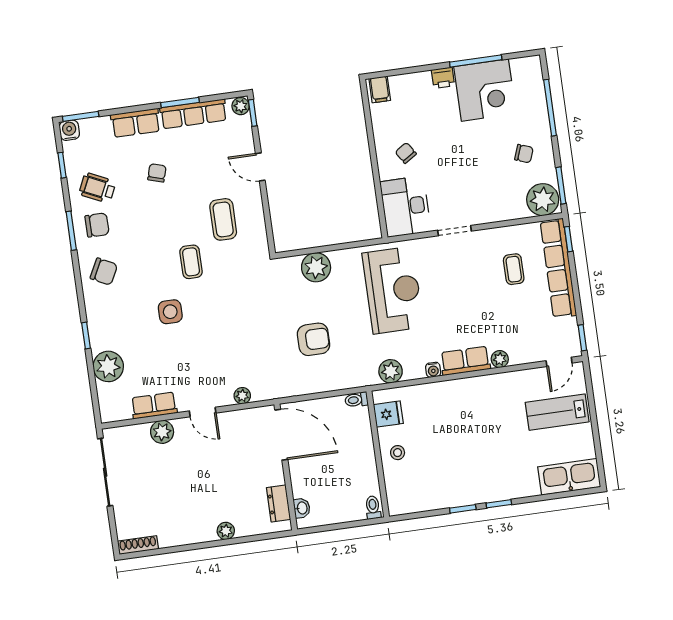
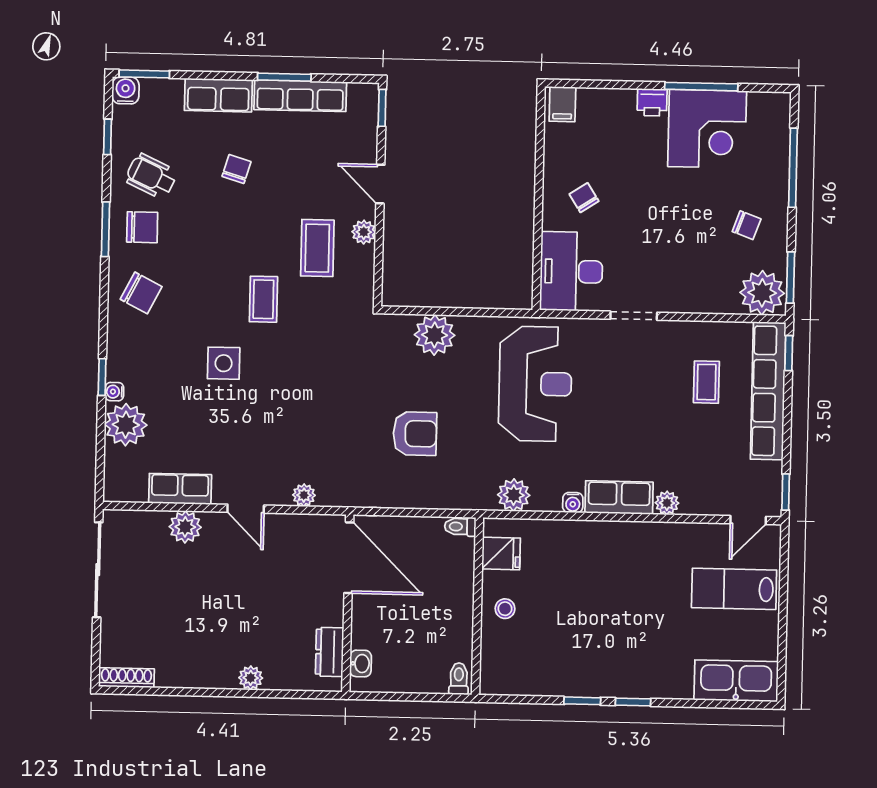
plant: (241, 106) -> (364, 232), moved
water cooler: (96, 344) -> (114, 392), added

